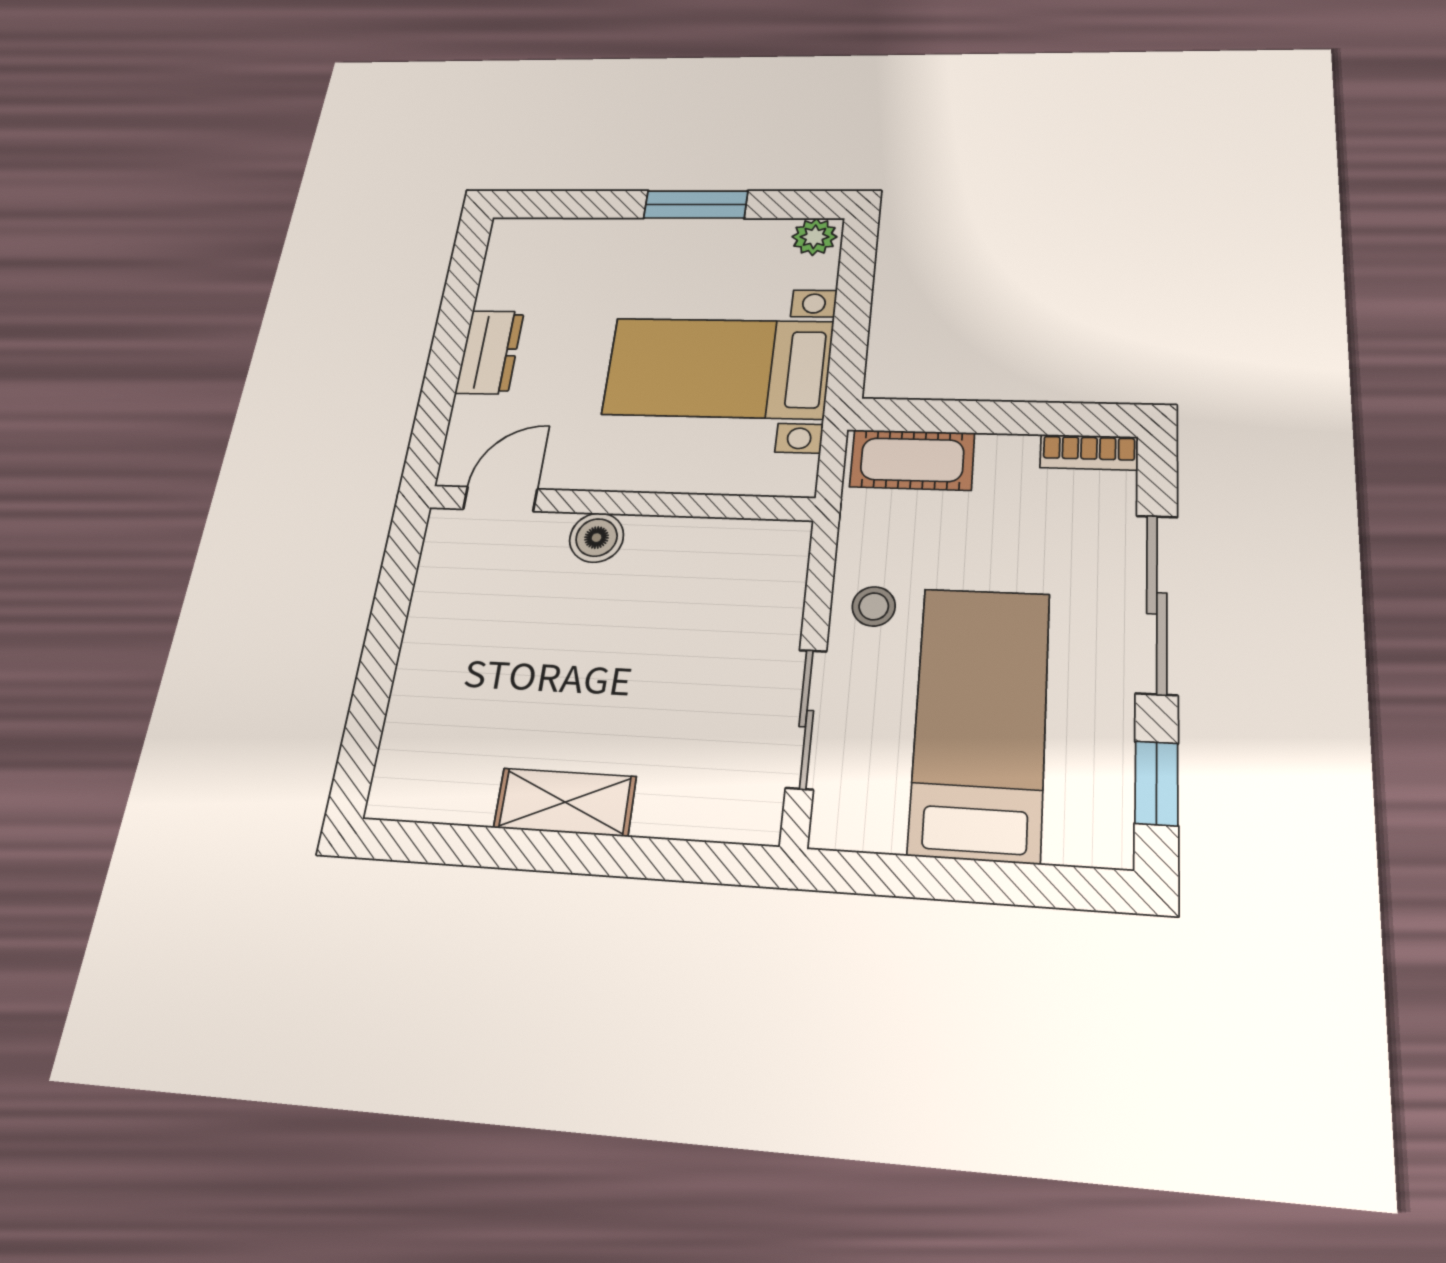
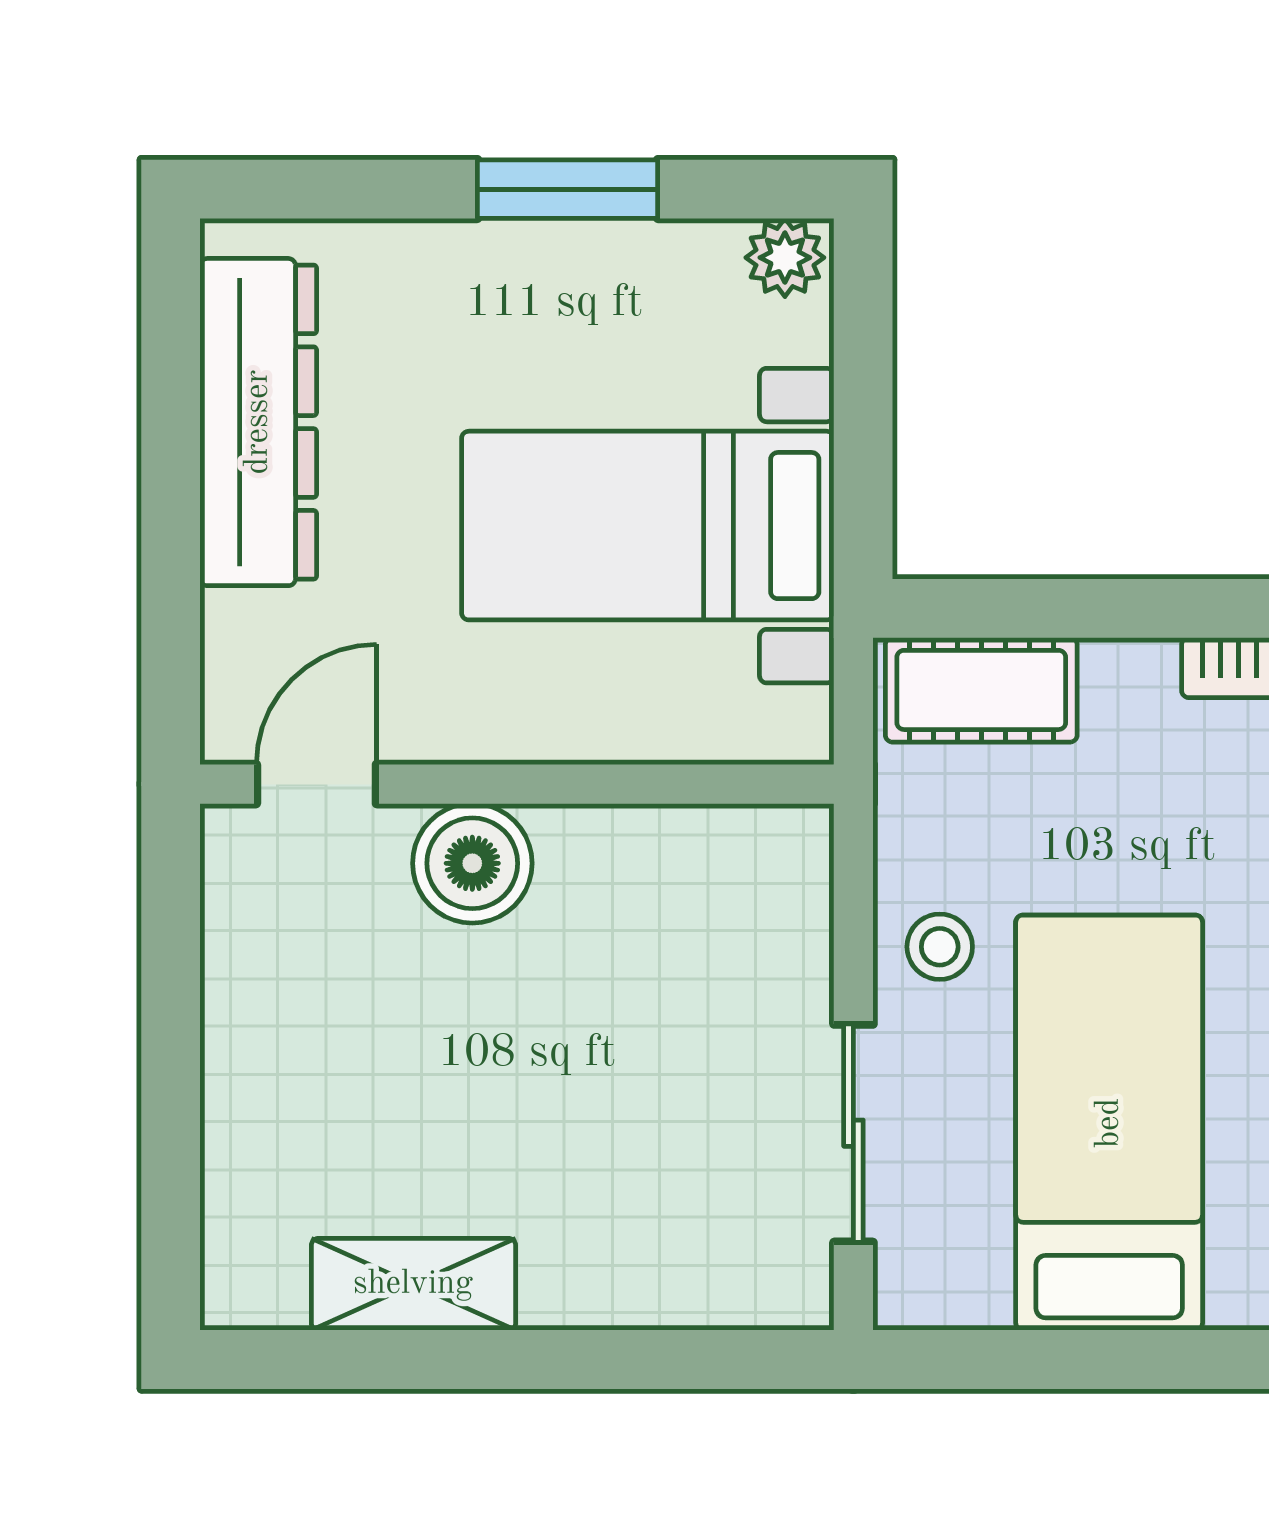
dresser: (490, 352) -> (258, 422), width x1.96, depth x1.24
boiler: (597, 538) -> (472, 863), width x1.36, depth x1.36
shelving: (565, 802) -> (413, 1284), moved

